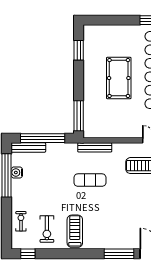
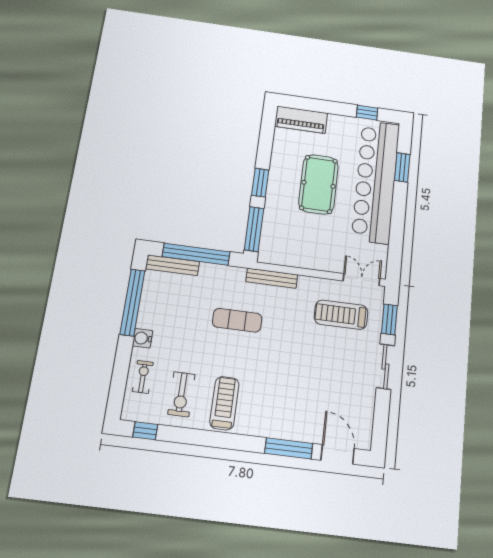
piano: (101, 33) -> (301, 120), added
window: (79, 50) -> (260, 183), moved
water cooler: (17, 172) -> (143, 338), moved
exercise mat: (90, 180) -> (237, 320), moved

